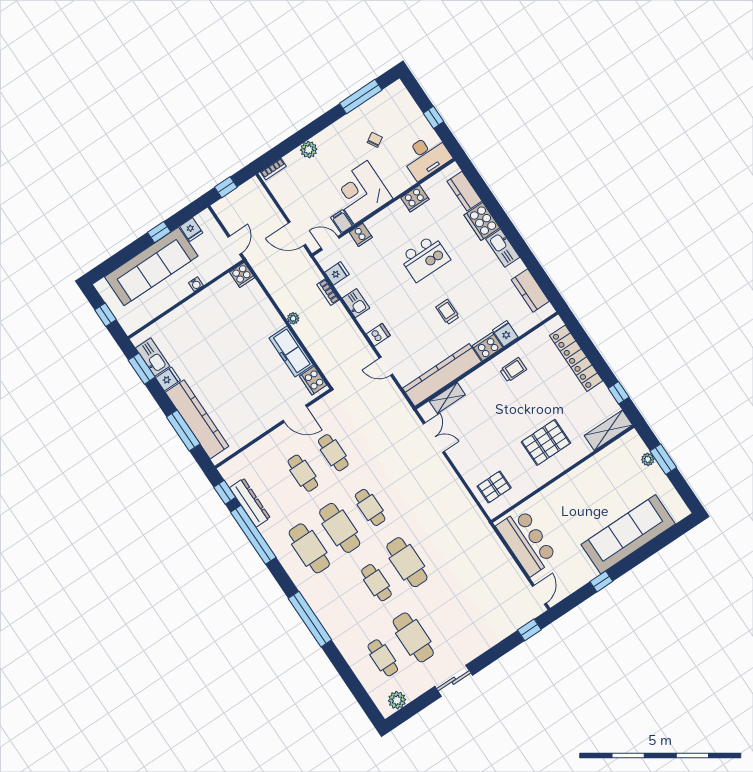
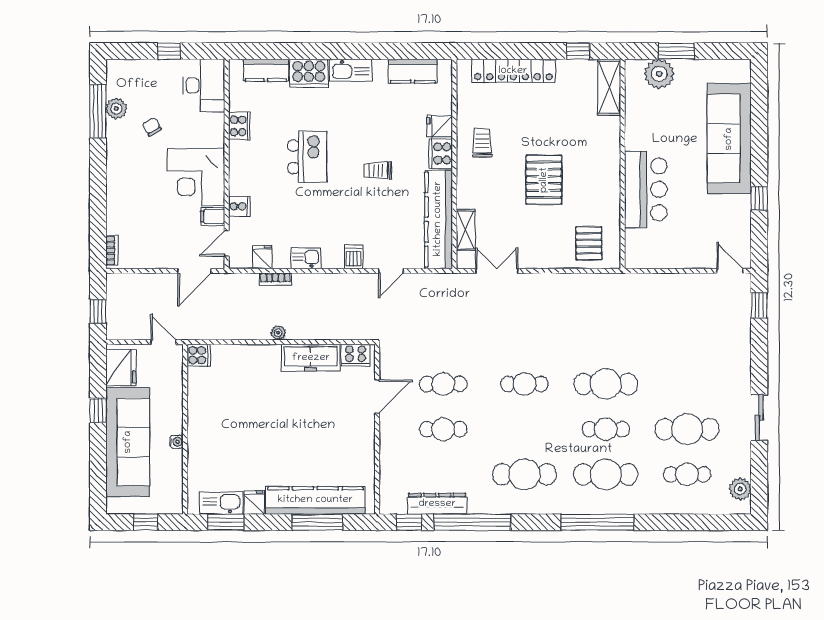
plant: (309, 150) -> (116, 109), moved
fridge: (191, 229) -> (121, 368), width x1.88, depth x1.34
water cooler: (196, 284) -> (176, 442), moved
pallet: (546, 442) -> (544, 180), moved
plant: (648, 459) -> (659, 74), width x1.88, depth x1.88
cafe table: (340, 528) -> (606, 474), moved
bar counter: (527, 542) -> (646, 189), moved, turned 90

